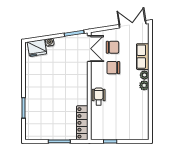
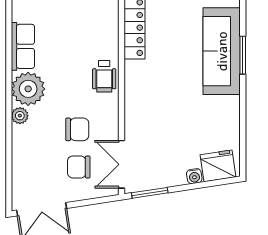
row of seats: (143, 57) -> (23, 46), moved
plant: (144, 85) -> (28, 89), width x1.88, depth x1.88
sofa: (35, 110) -> (222, 51), added

